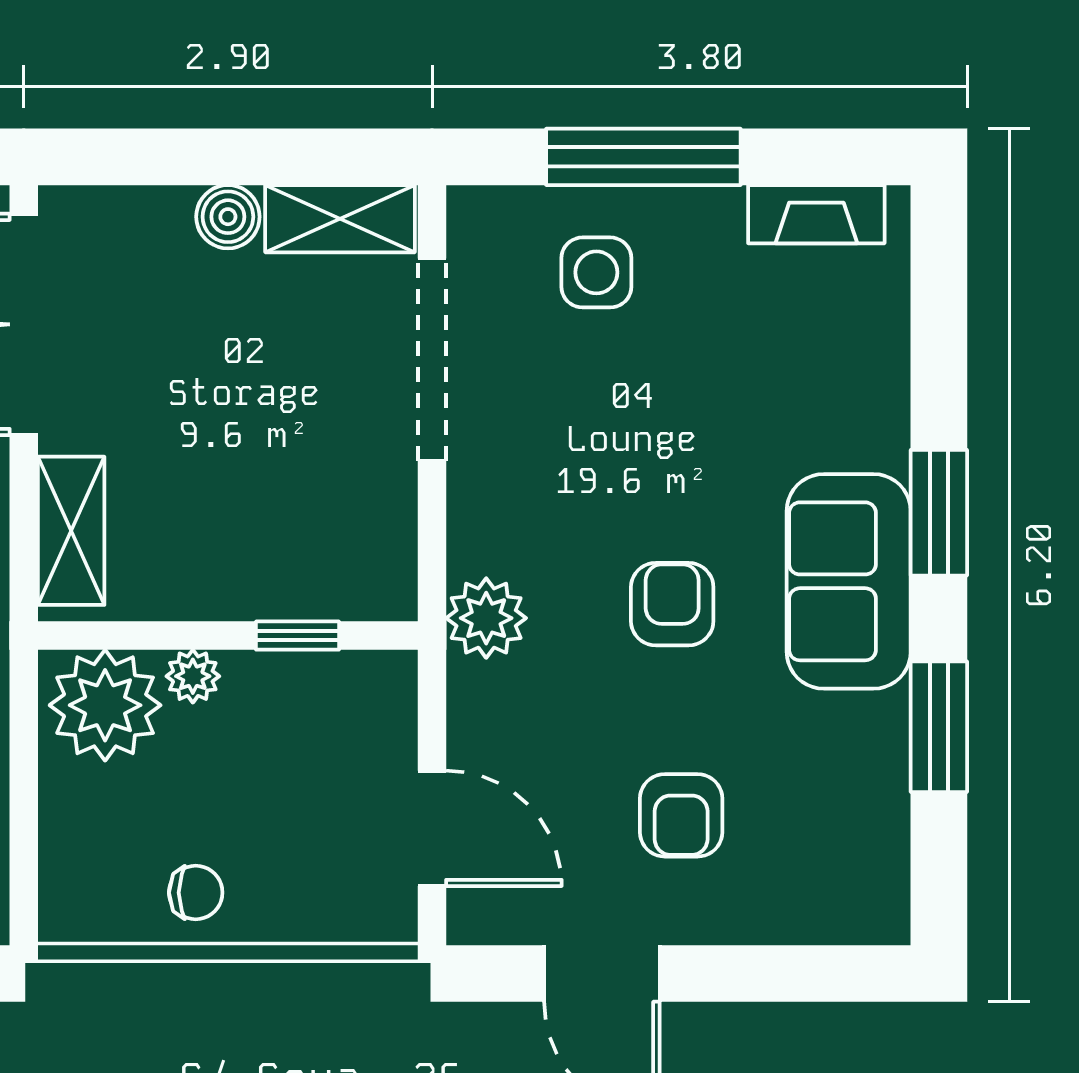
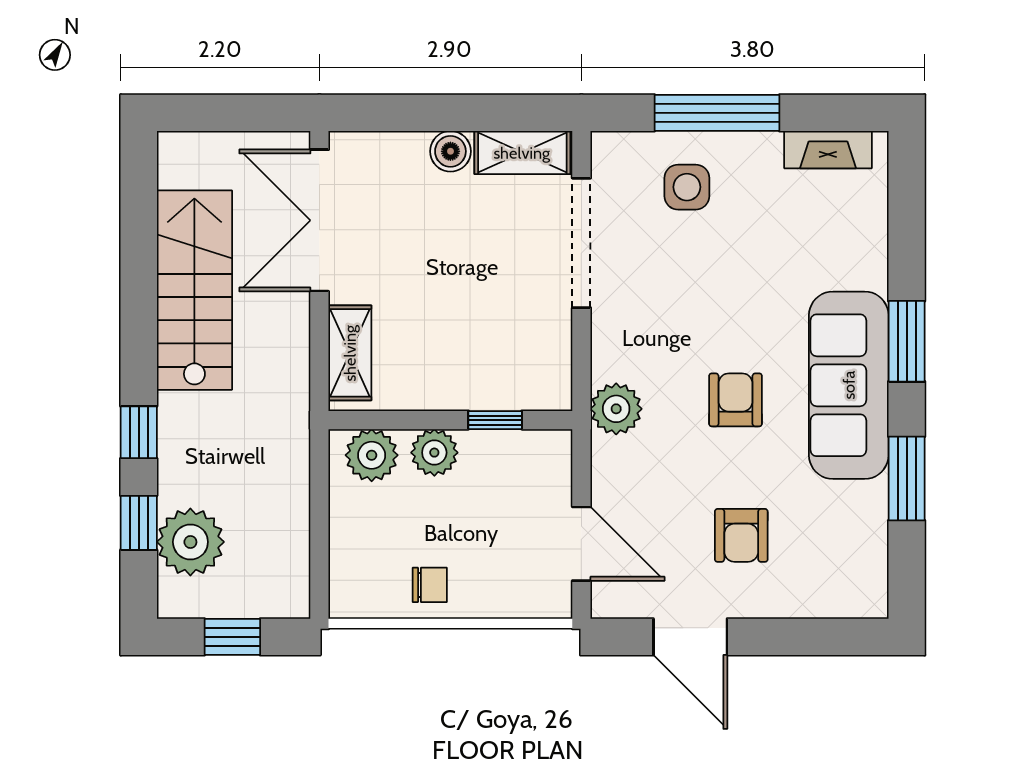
sofa: (849, 581) -> (849, 385), width x1.36
plant: (193, 676) -> (434, 453), width x1.38, depth x1.38
plant: (105, 705) -> (372, 455), width x0.73, depth x0.73

